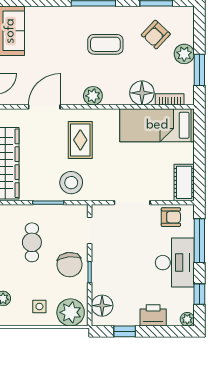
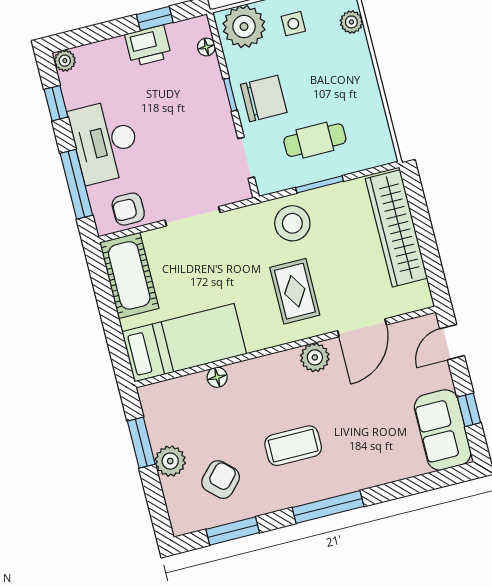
floor lamp: (142, 93) -> (217, 377), width x0.53, depth x0.53
plant: (93, 96) -> (315, 357), moved
bookcase: (170, 99) -> (175, 387), removed
cot: (184, 182) -> (129, 275), width x1.37, depth x1.34
cafe table: (32, 242) -> (315, 140), moved, turned 90
chair: (70, 265) -> (264, 98), turned 96
floor lamp: (102, 306) -> (206, 47), width x0.53, depth x0.53
printer: (153, 315) -> (148, 46), moved

